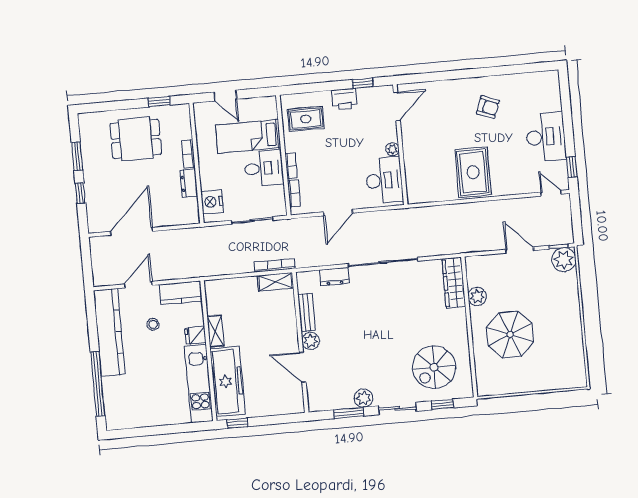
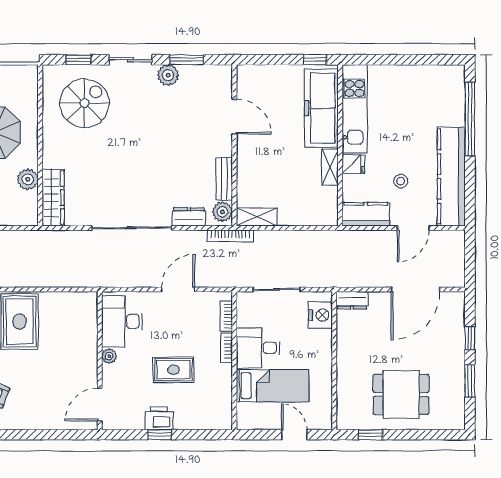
window: (363, 83) -> (160, 435), moved
rug: (306, 119) -> (173, 370), moved
bookcase: (188, 154) -> (343, 372), removed
dresser: (189, 183) -> (352, 300), moved, turned 90
bookcase: (275, 265) -> (230, 236), moved
plant: (311, 341) -> (222, 212), moved

